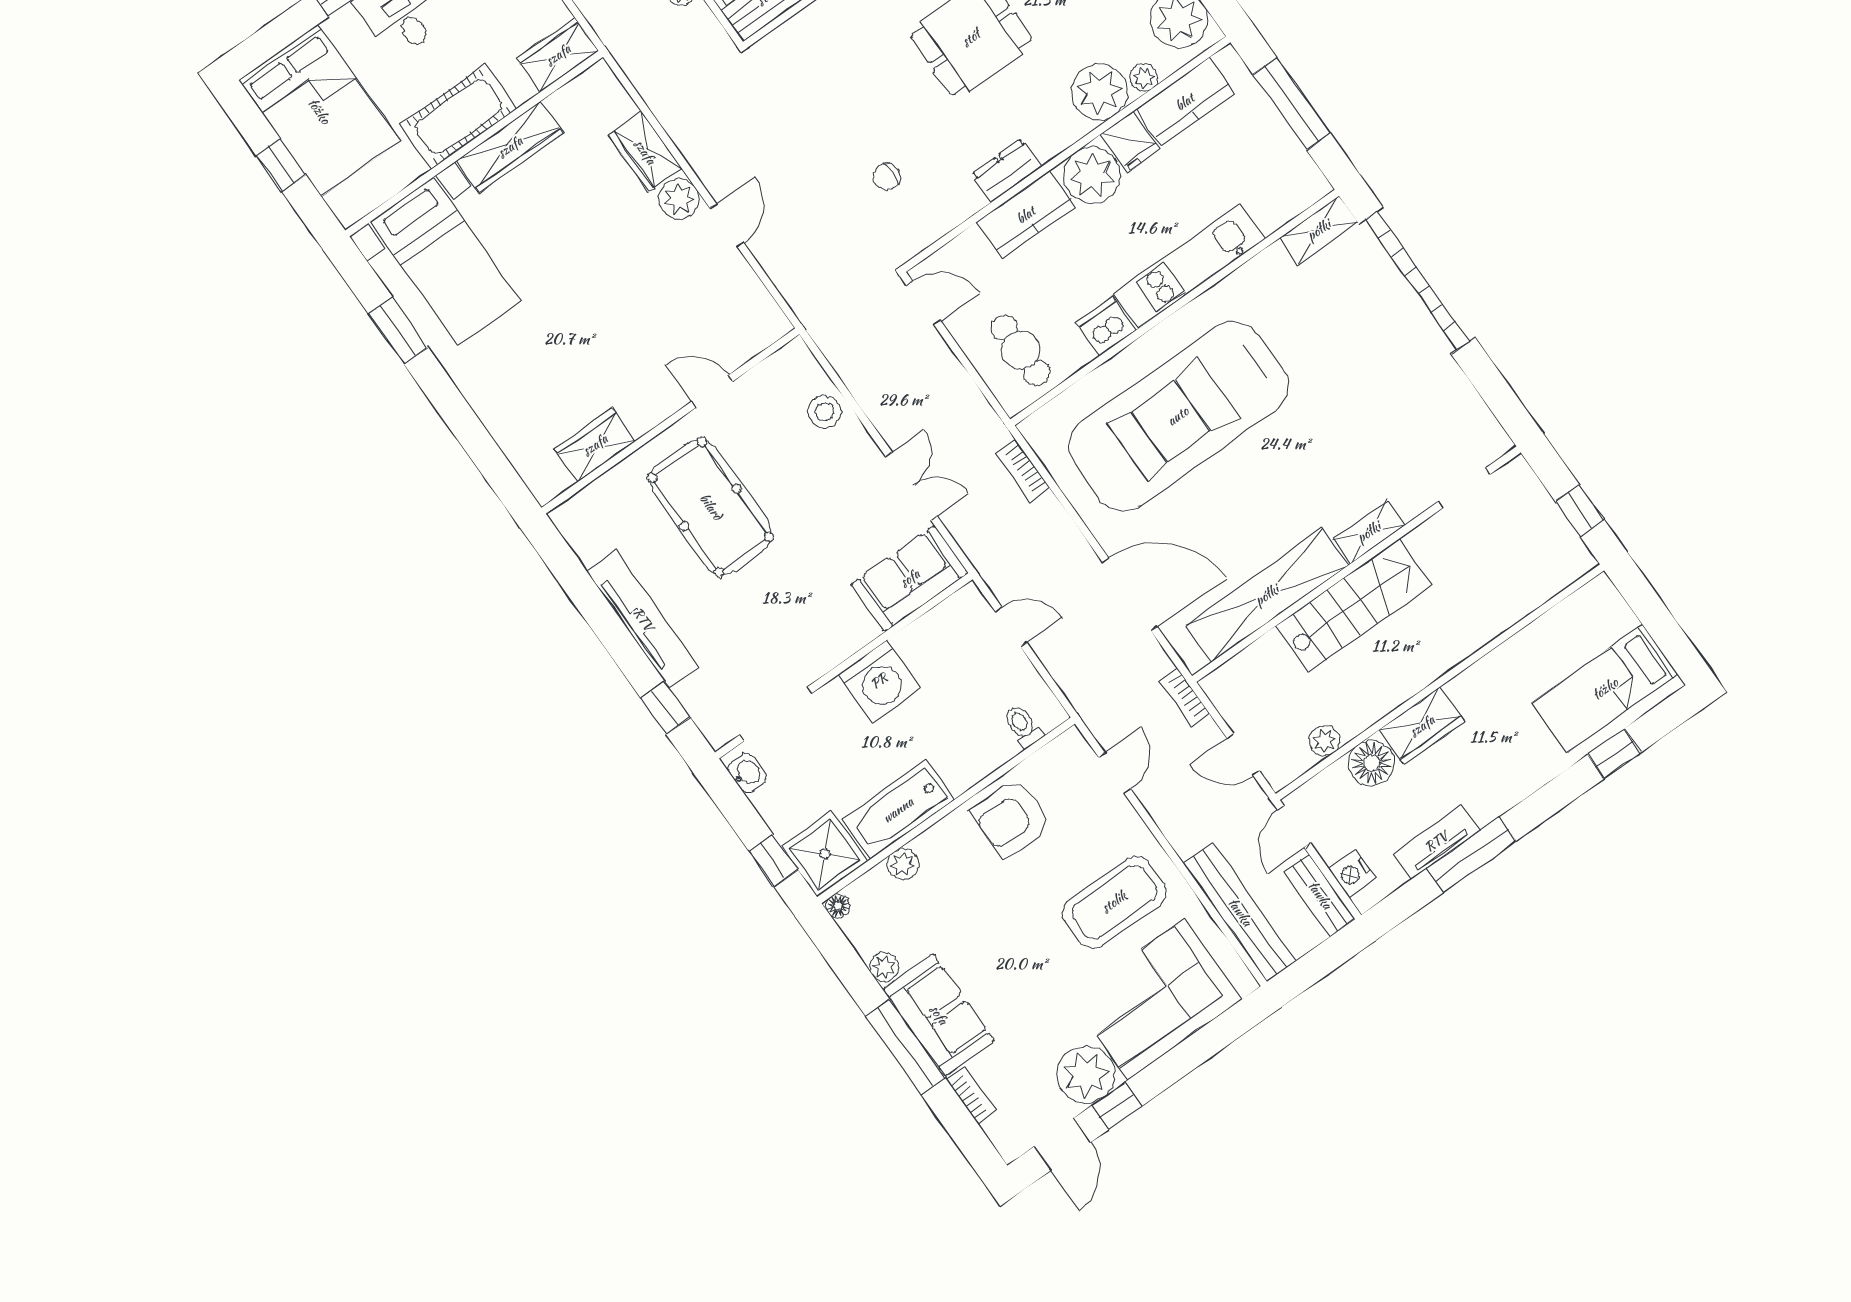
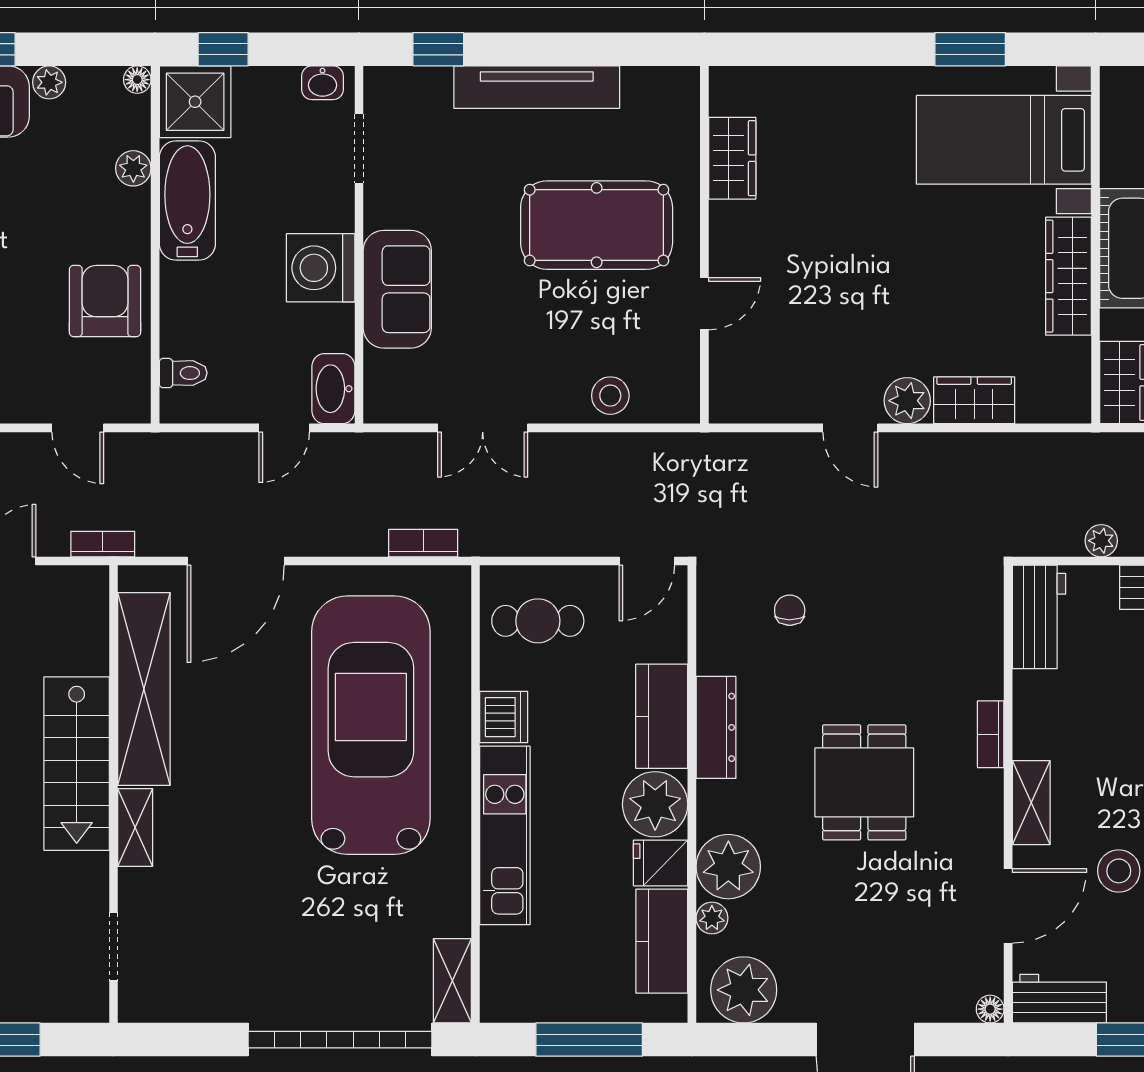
dresser: (1007, 170) -> (716, 727), width x1.44
sofa: (910, 578) -> (397, 289), moved
washbasin: (959, 612) -> (333, 389), added
doorway: (776, 714) -> (359, 149), width x0.73

